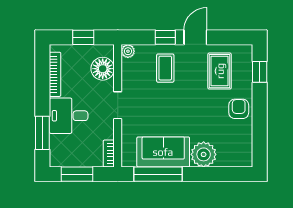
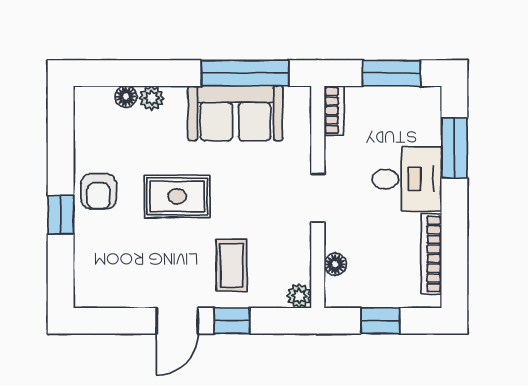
floor lamp: (103, 69) -> (335, 264), width x0.53, depth x0.53
rug: (220, 71) -> (177, 196), moved, turned 90
window: (260, 72) -> (61, 215), moved
plant: (204, 154) -> (152, 98), width x0.53, depth x0.53
floor lamp: (224, 161) -> (126, 97), added

